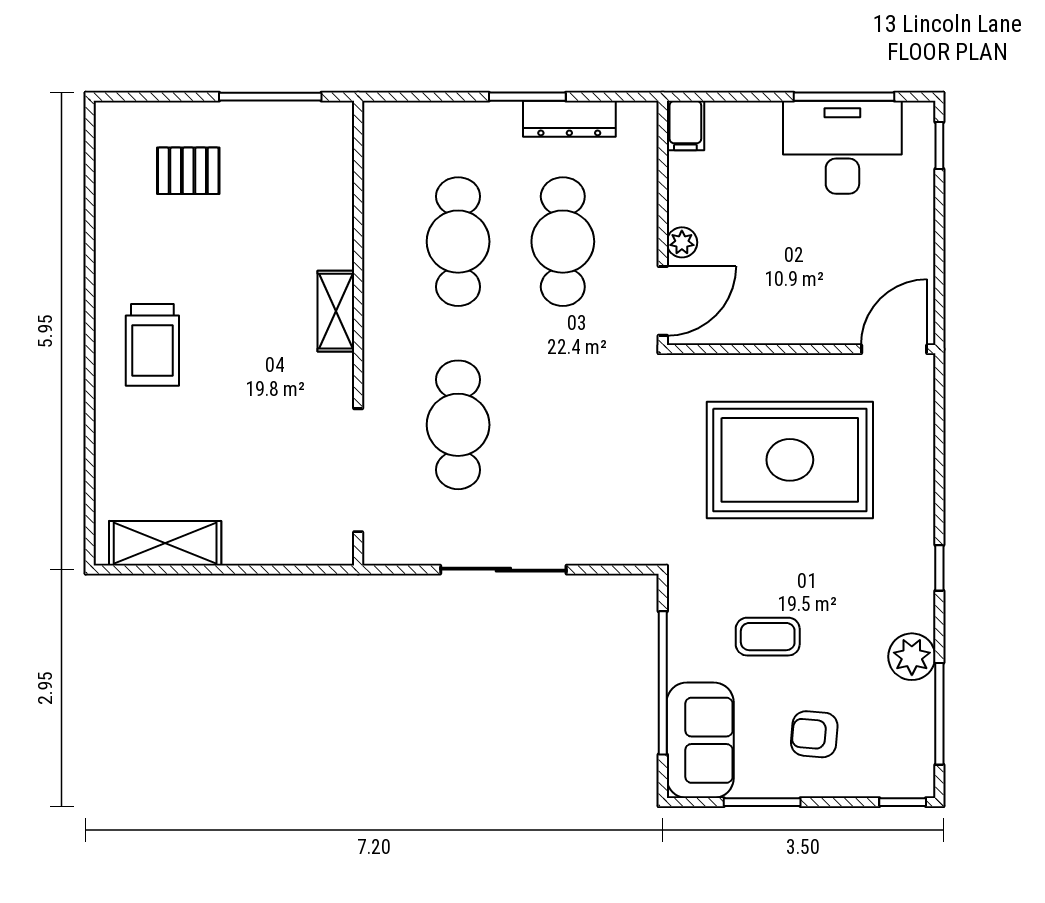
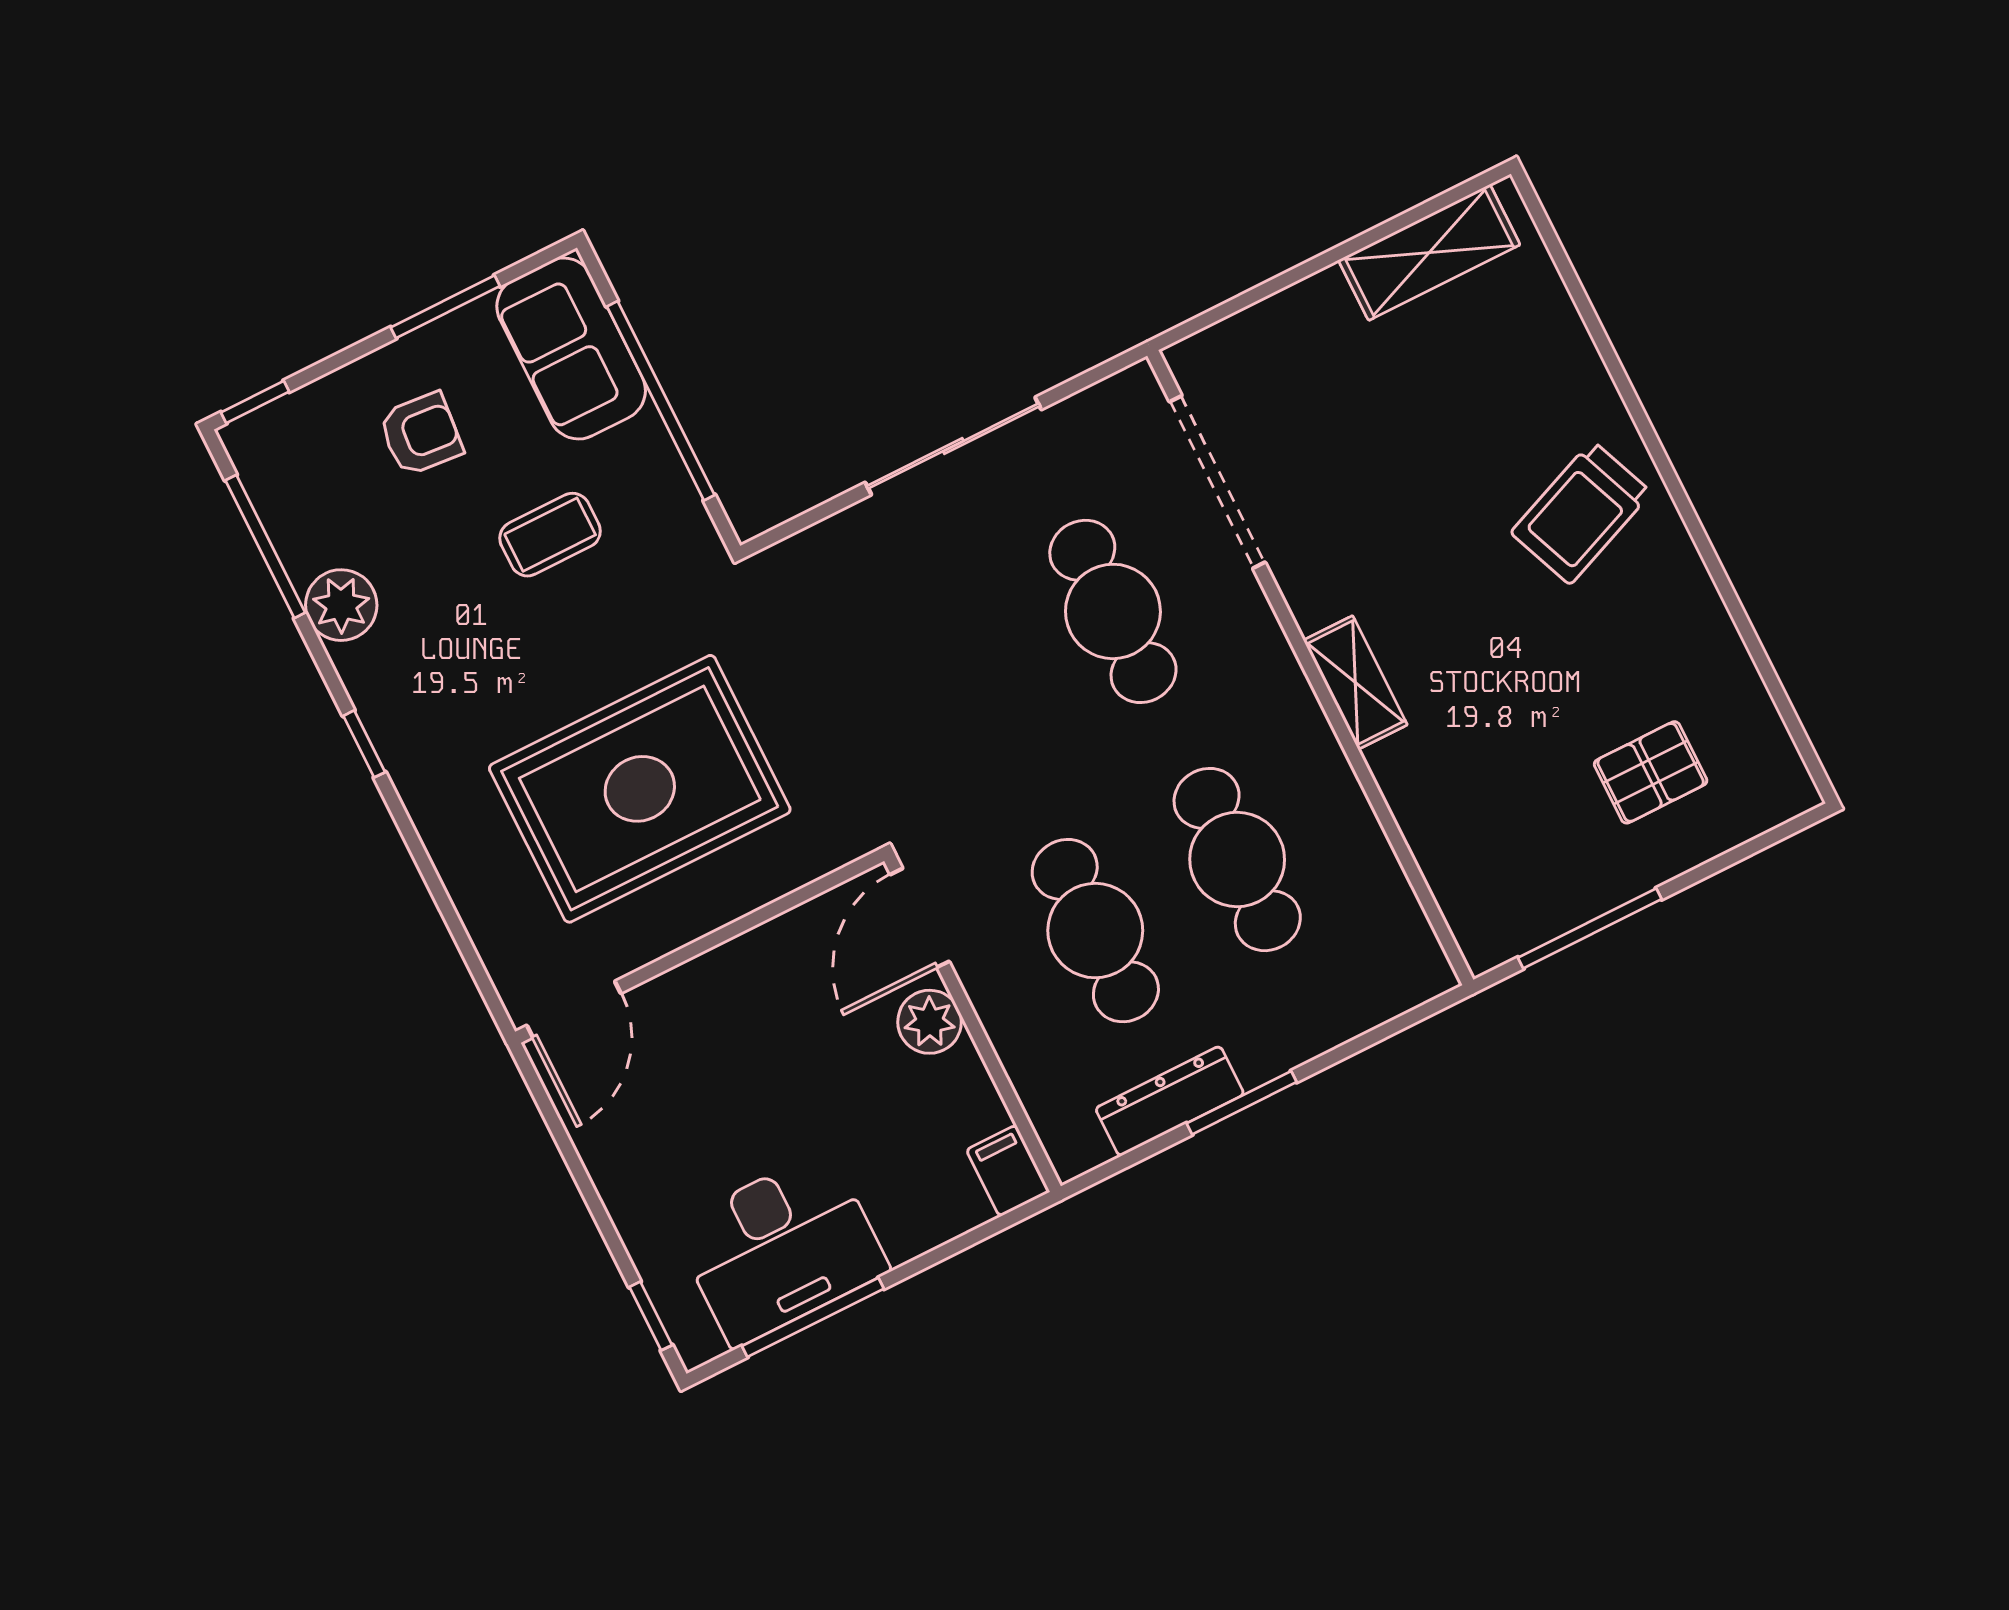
plant: (682, 242) -> (930, 1022), width x1.38, depth x1.38
trolley: (152, 345) -> (1581, 513), turned -112

